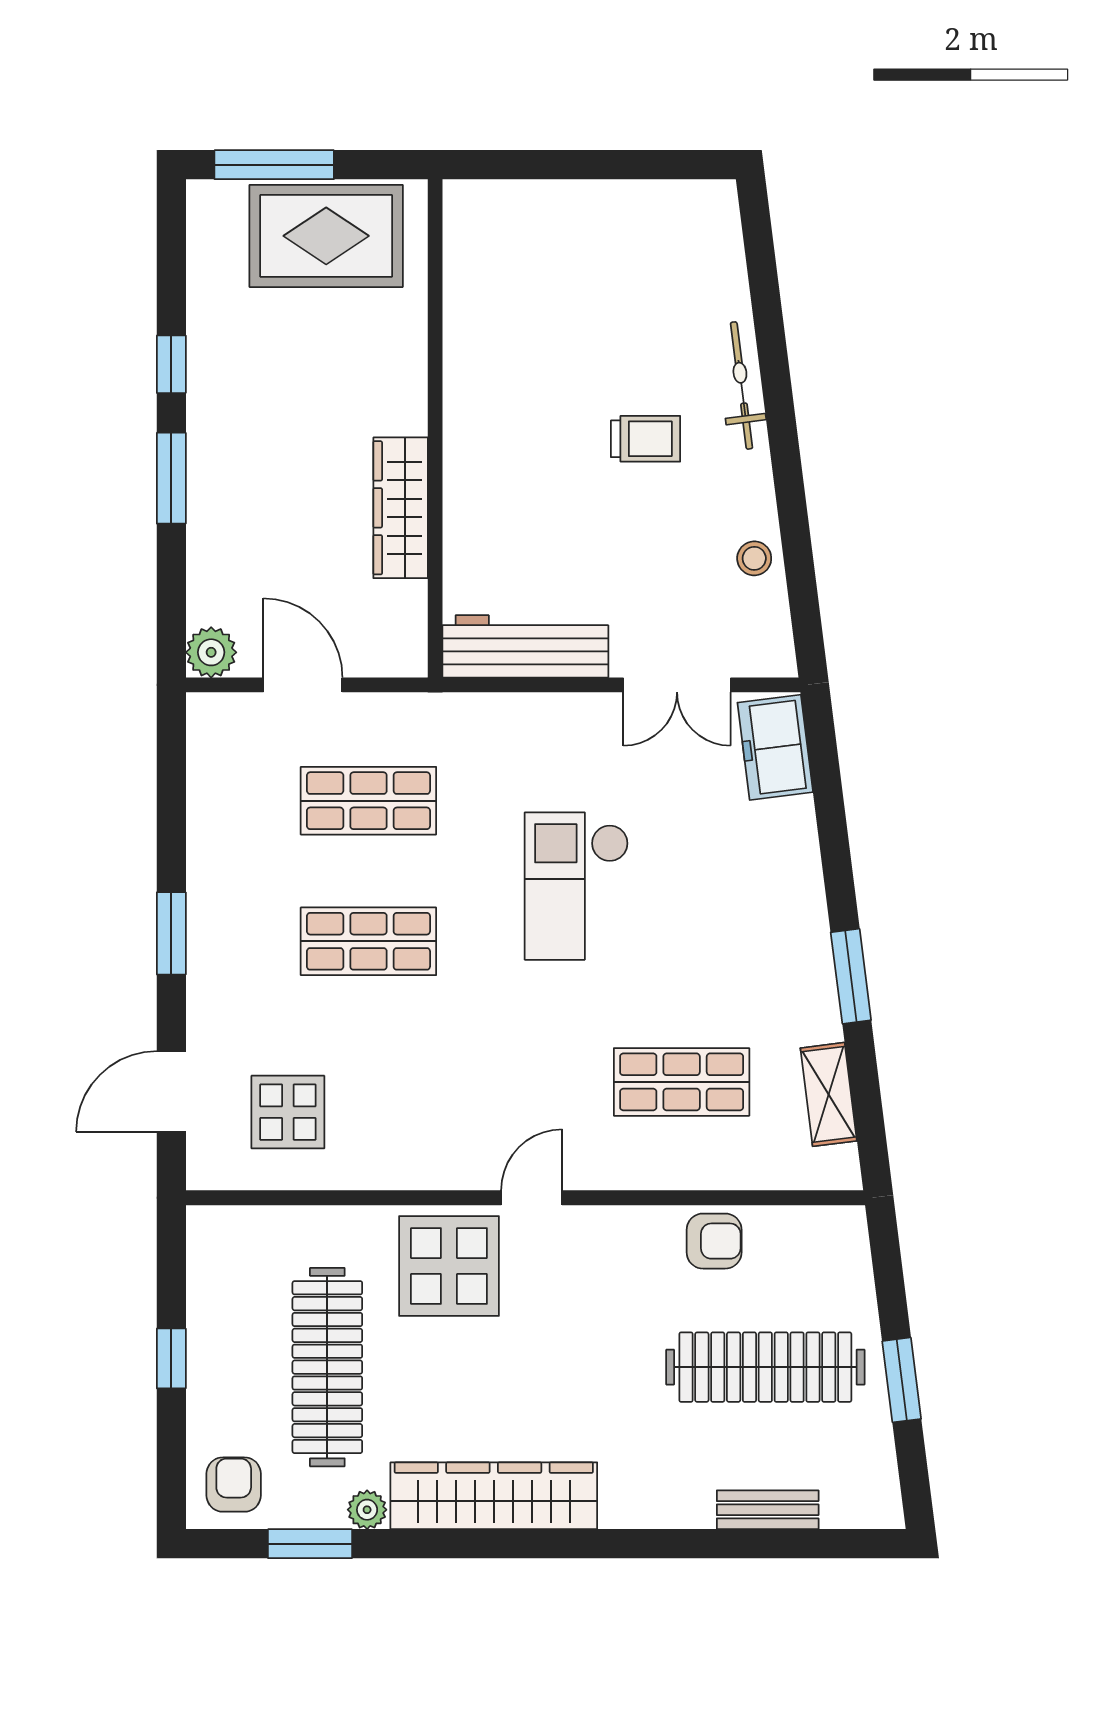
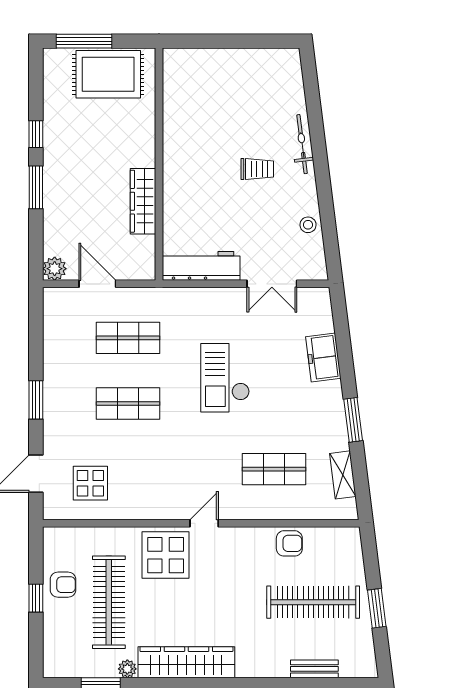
freezer: (775, 747) -> (323, 357), moved
armchair: (234, 1485) -> (63, 585), moved, turned 90

